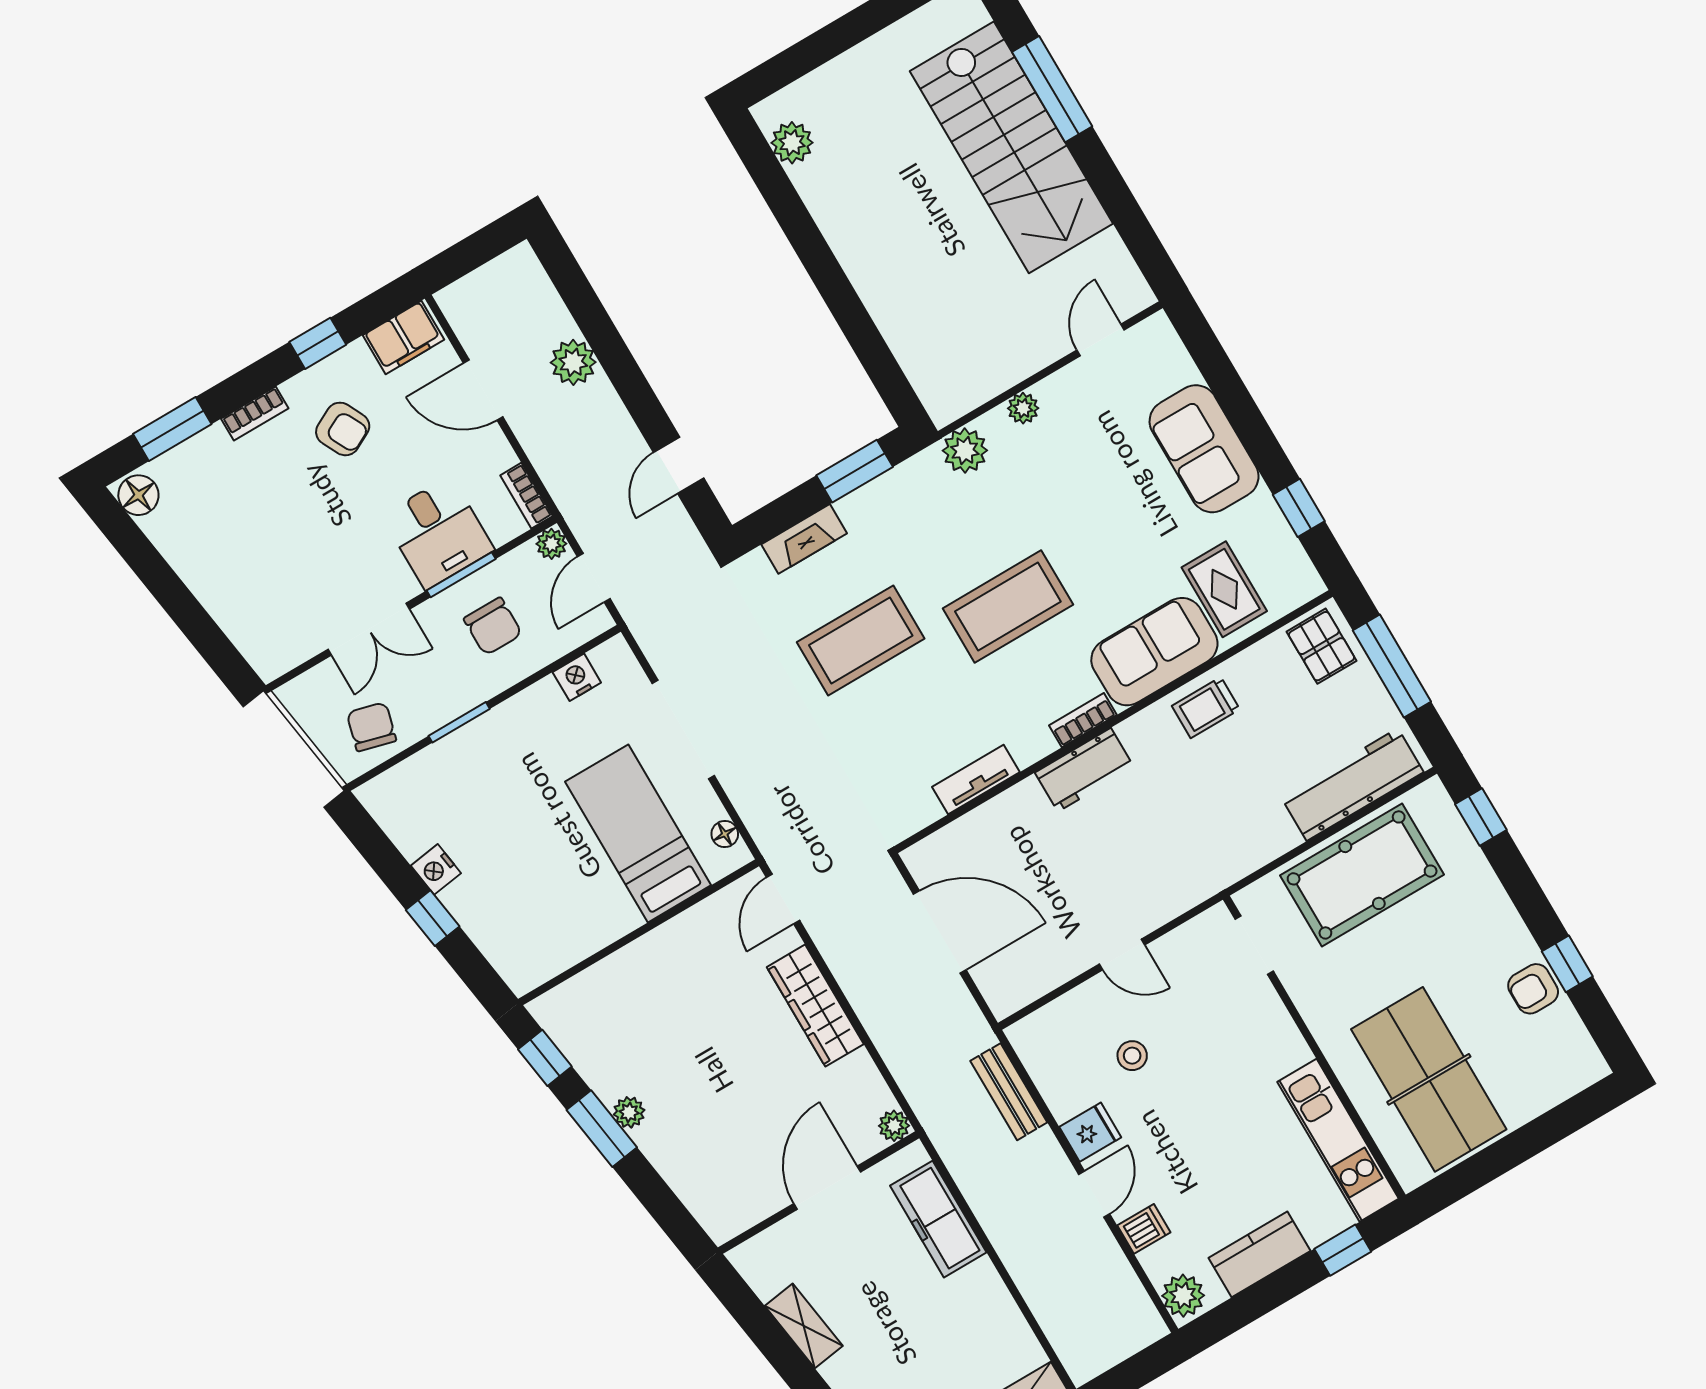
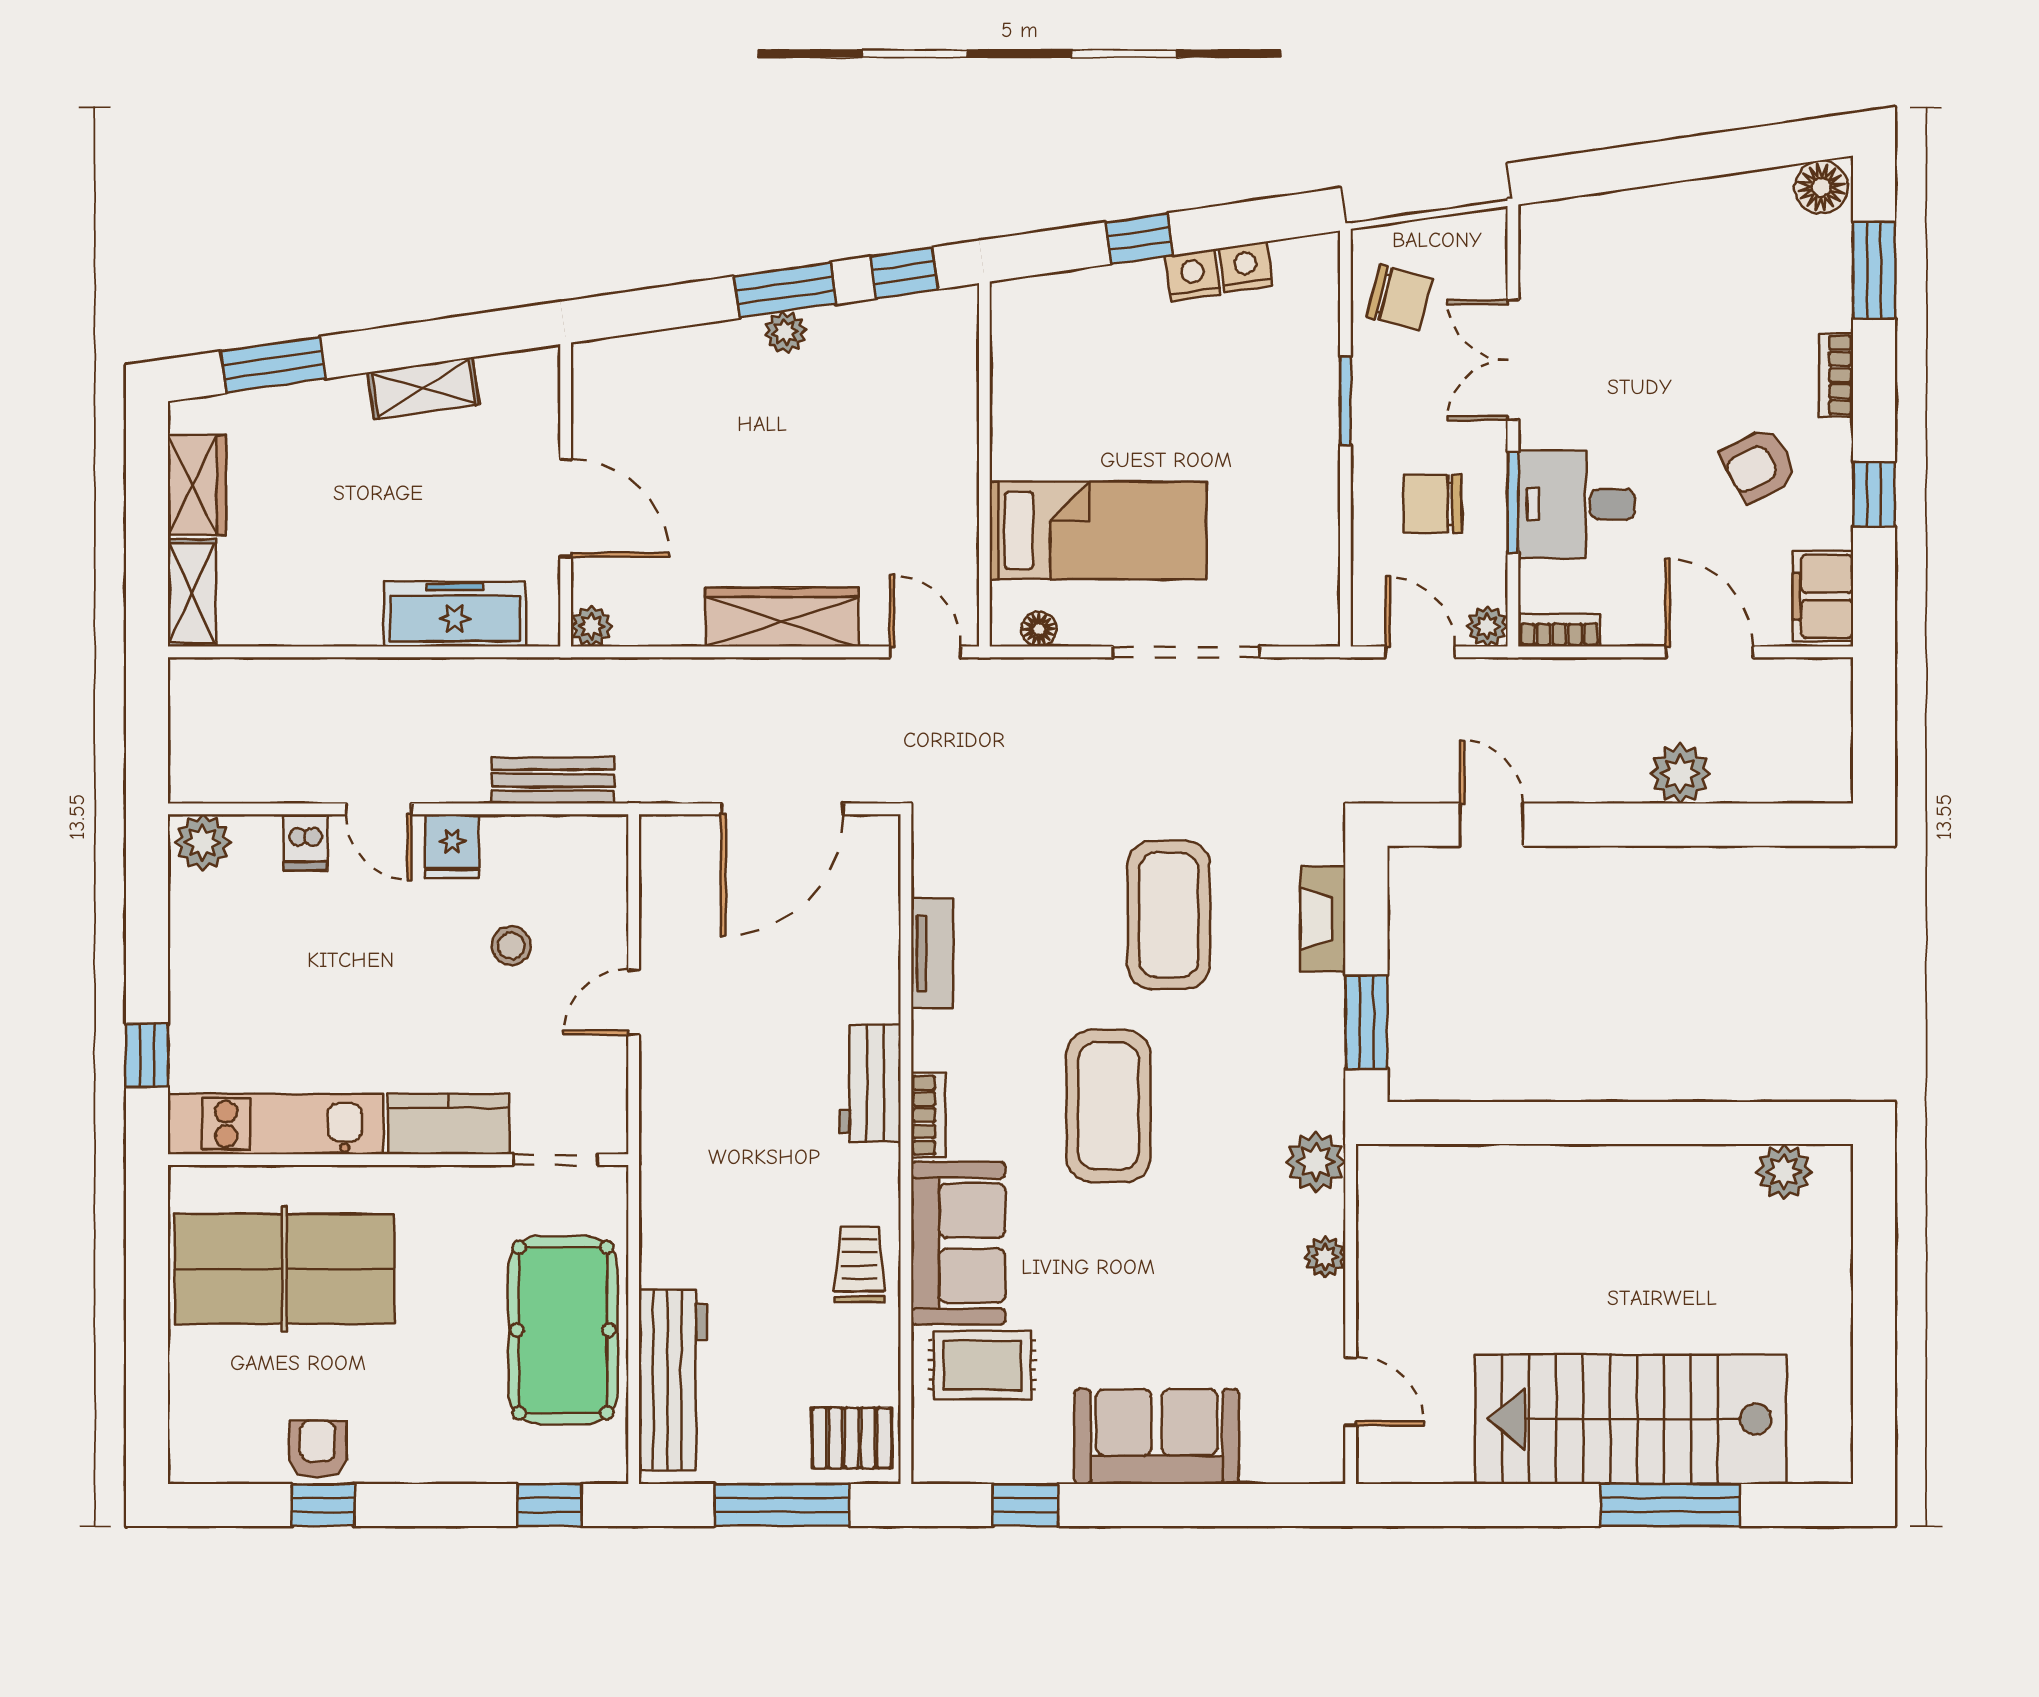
door: (483, 390) -> (1709, 652), hinge flipped
nightstand: (577, 677) -> (1246, 267), moved, turned -98
kitchen counter: (1260, 1254) -> (449, 1124), moved, turned -90

